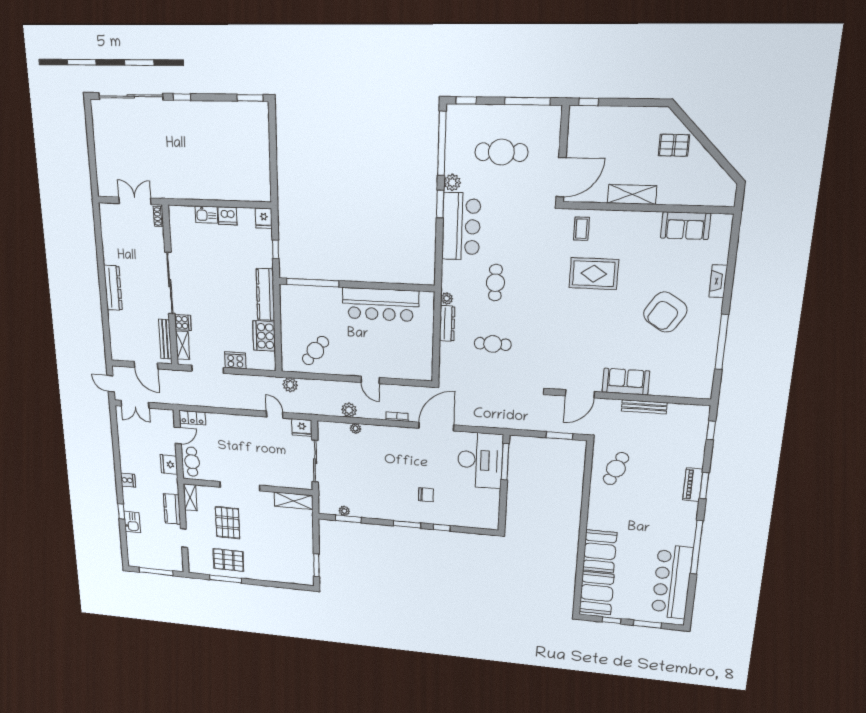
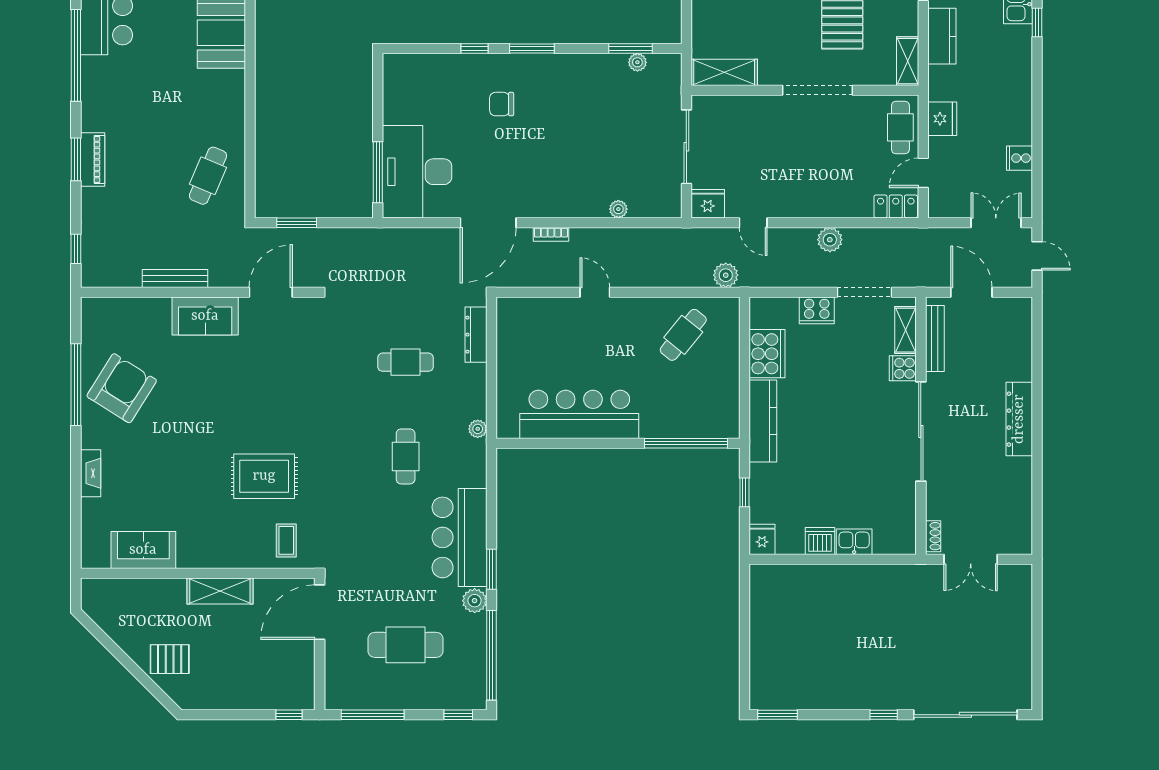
armchair: (665, 312) -> (122, 388), moved
dresser: (447, 324) -> (476, 335), moved
plant: (349, 410) -> (830, 240), moved
cooker: (128, 480) -> (1019, 158), moved

